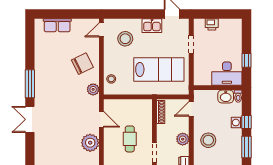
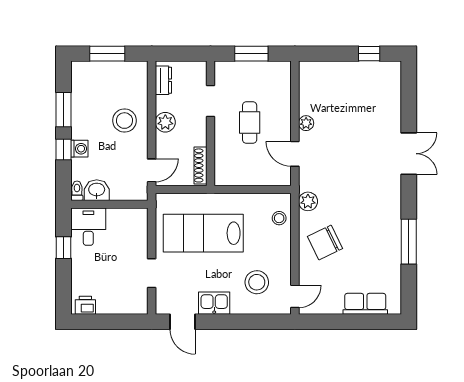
printer: (212, 24) -> (85, 305), moved
desk: (227, 74) -> (88, 227), width x0.73
window: (30, 84) -> (409, 242), moved
plant: (90, 143) -> (306, 123), width x0.53, depth x0.53

